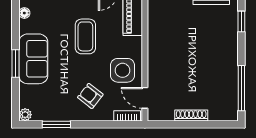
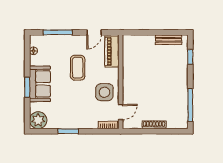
armchair: (90, 96) -> (81, 111), removed
door: (145, 98) -> (121, 112), swing flipped
plant: (25, 115) -> (38, 120), width x1.88, depth x1.88
window: (56, 124) -> (68, 131), moved

